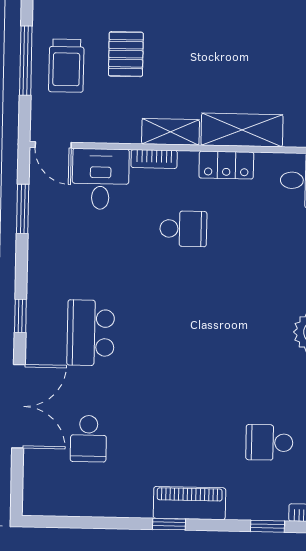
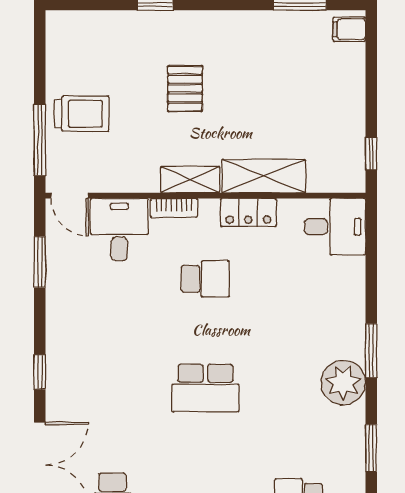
pallet: (126, 54) -> (185, 89), moved
window: (26, 61) -> (40, 140), moved
trolley: (66, 66) -> (82, 114), turned -90
school desk: (91, 333) -> (205, 388), moved, turned -90

